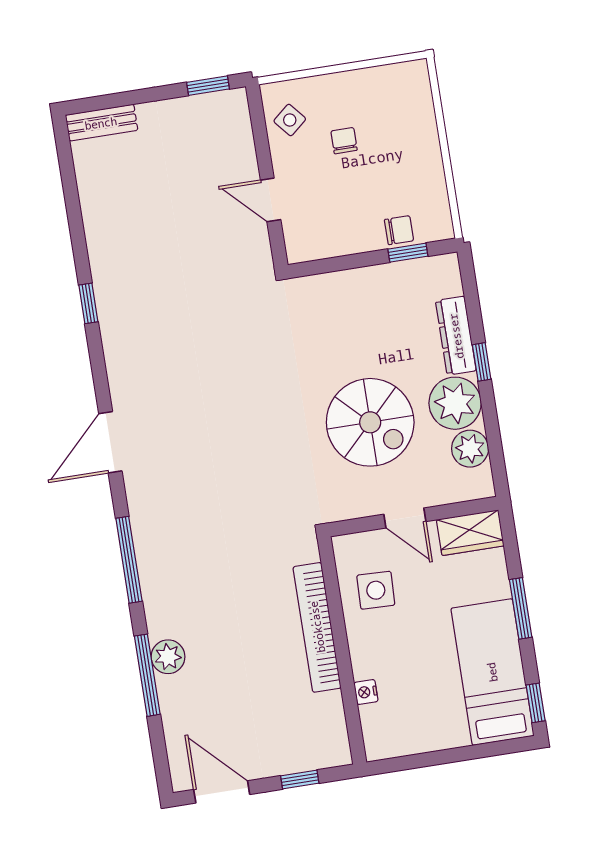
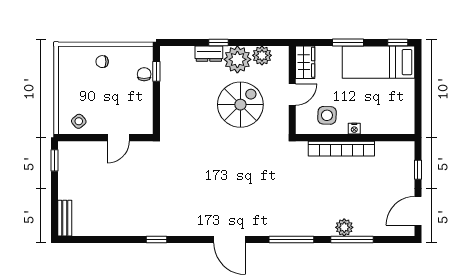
chair: (344, 141) -> (102, 62), moved
dresser: (456, 336) -> (209, 54), width x0.70
nightstand: (366, 692) -> (354, 129), moved

